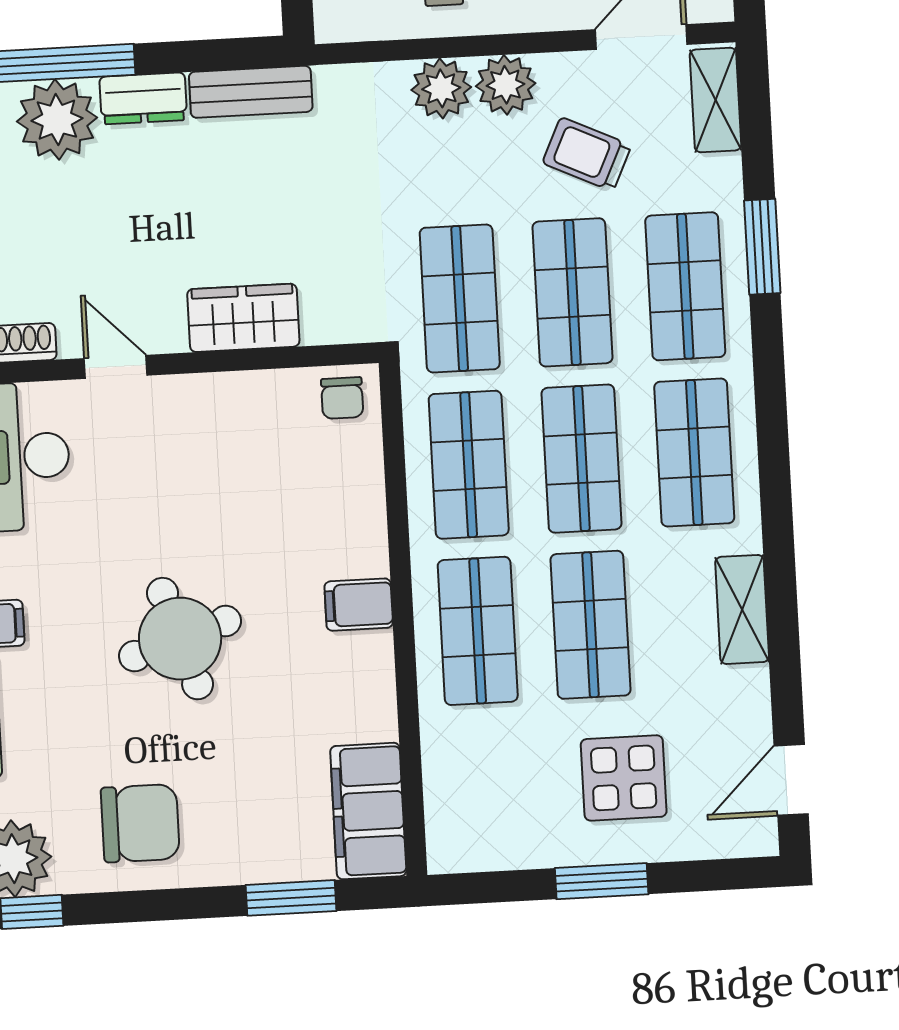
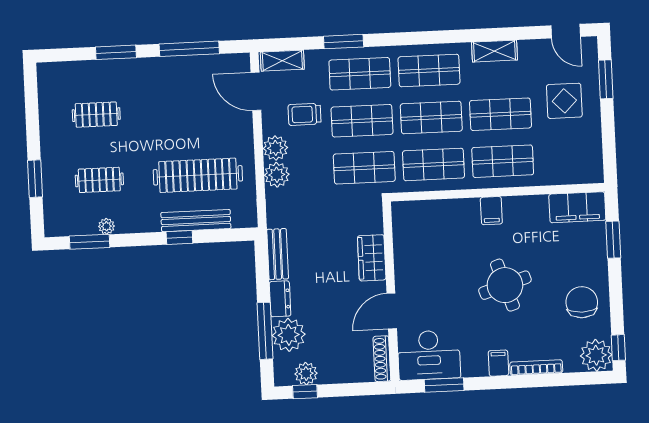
trolley: (587, 154) -> (304, 114), turned 65
door: (116, 367) -> (392, 311), width x1.38
chair: (342, 398) -> (405, 217), removed
window: (602, 881) -> (606, 79), moved

